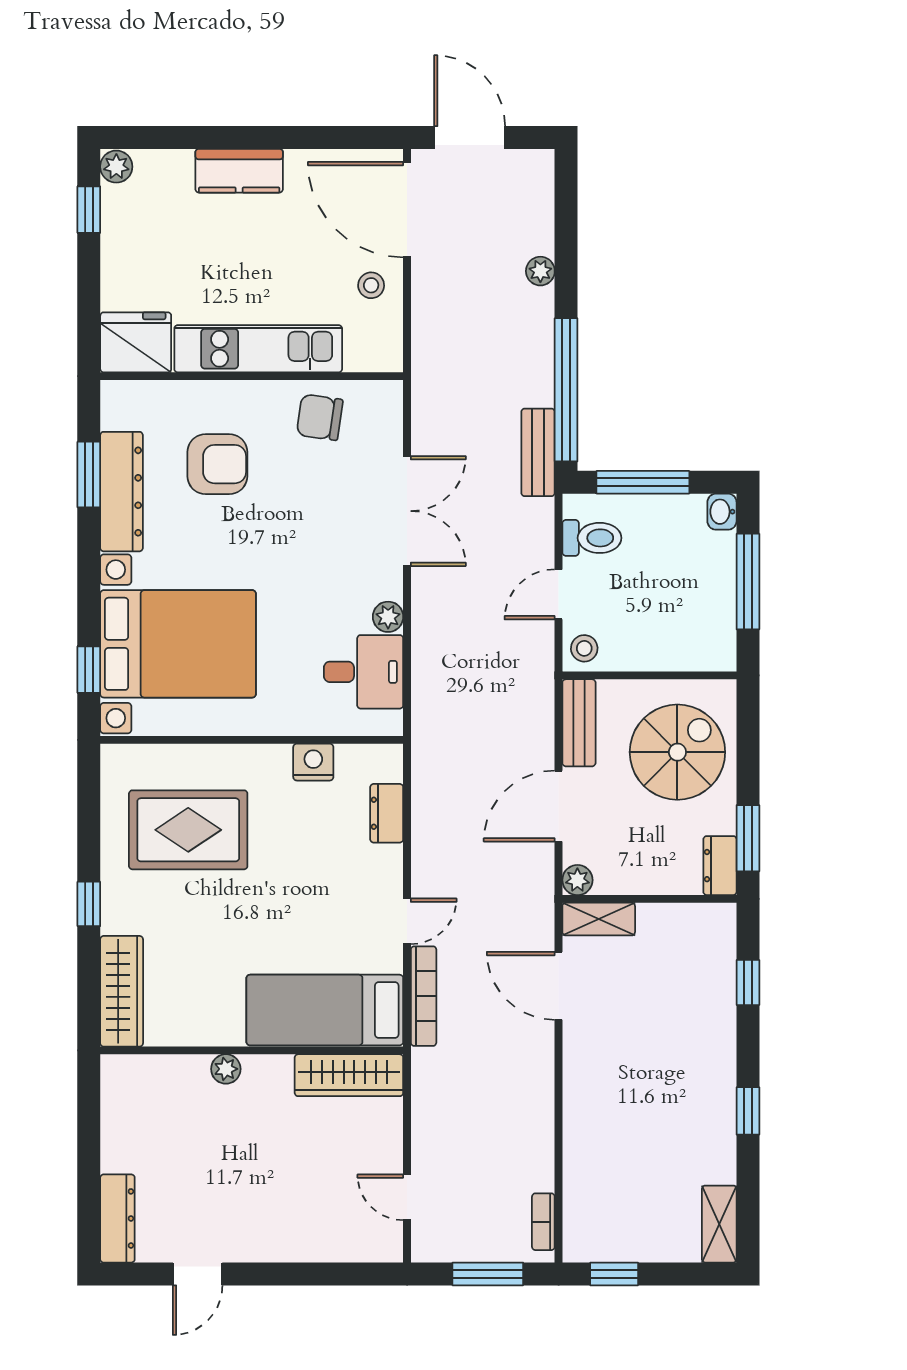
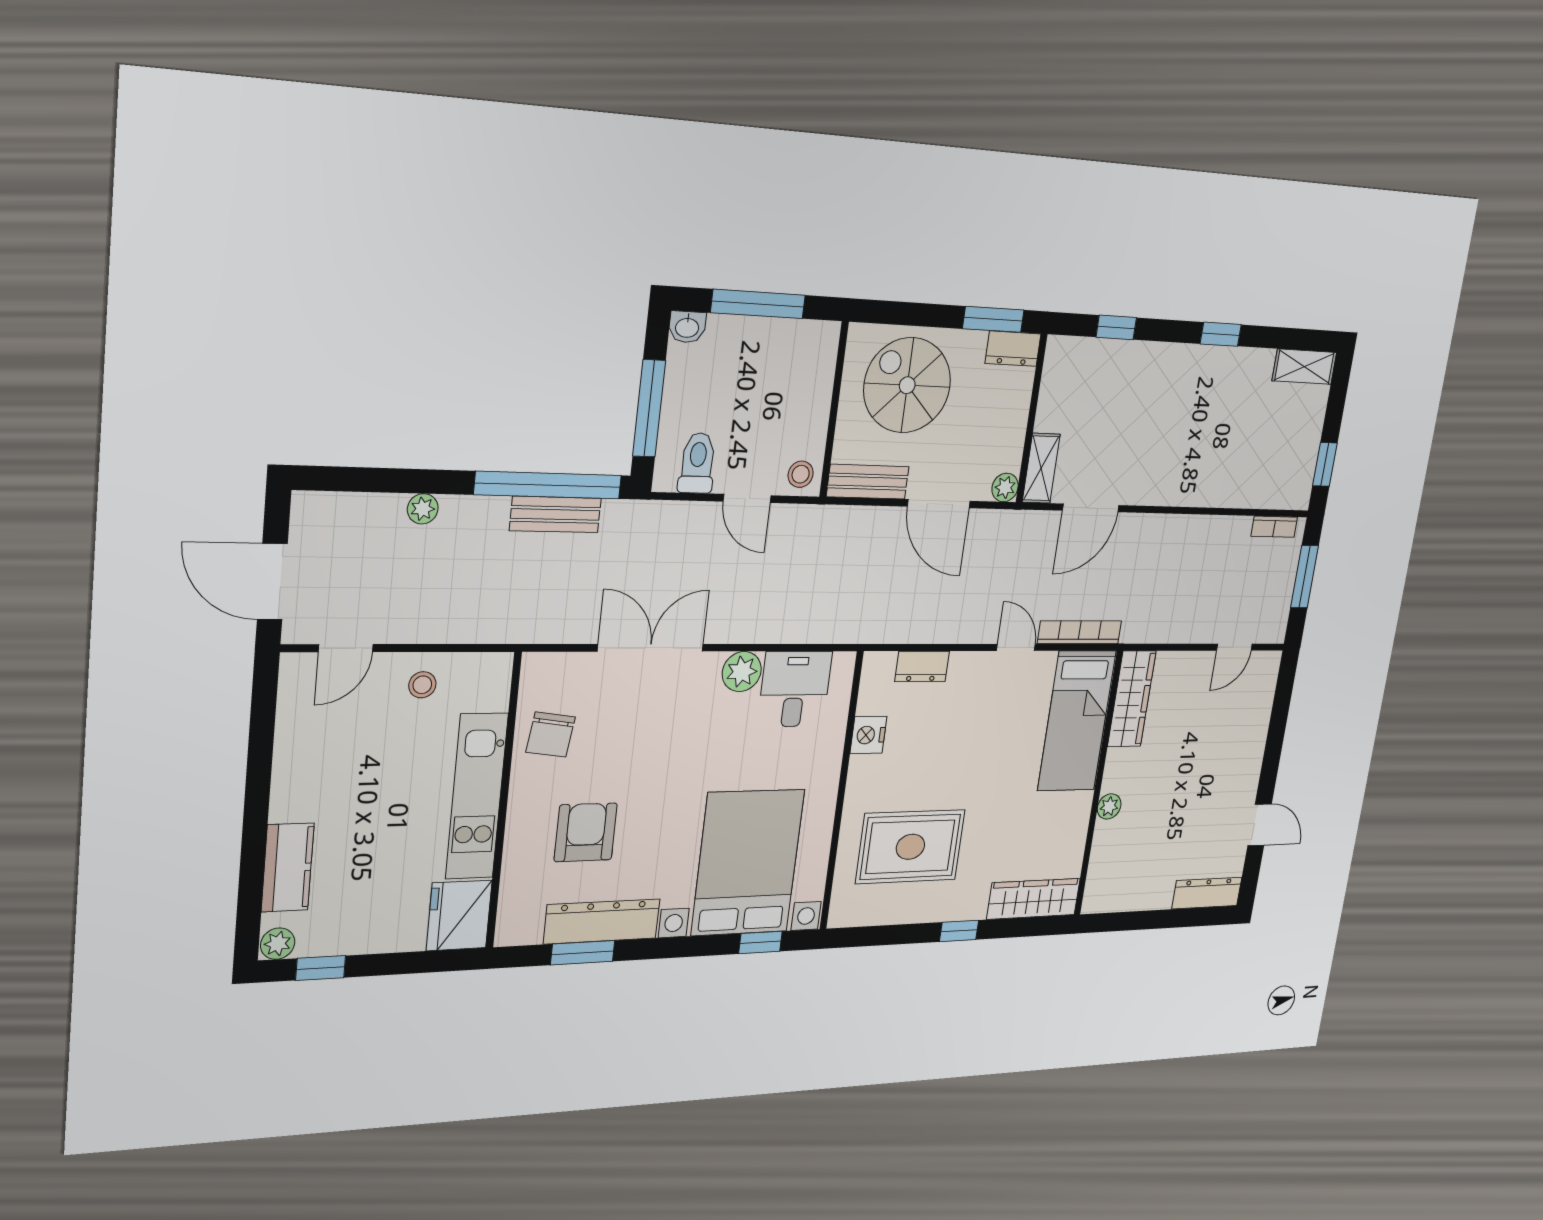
door: (470, 138) -> (272, 582), hinge flipped
kitchen counter: (239, 171) -> (288, 868), moved
door: (407, 210) -> (346, 648), width x0.53
bench: (538, 452) -> (555, 514), moved
plant: (388, 617) -> (742, 672), width x1.38, depth x1.38
rug: (188, 830) -> (910, 847), turned 90

